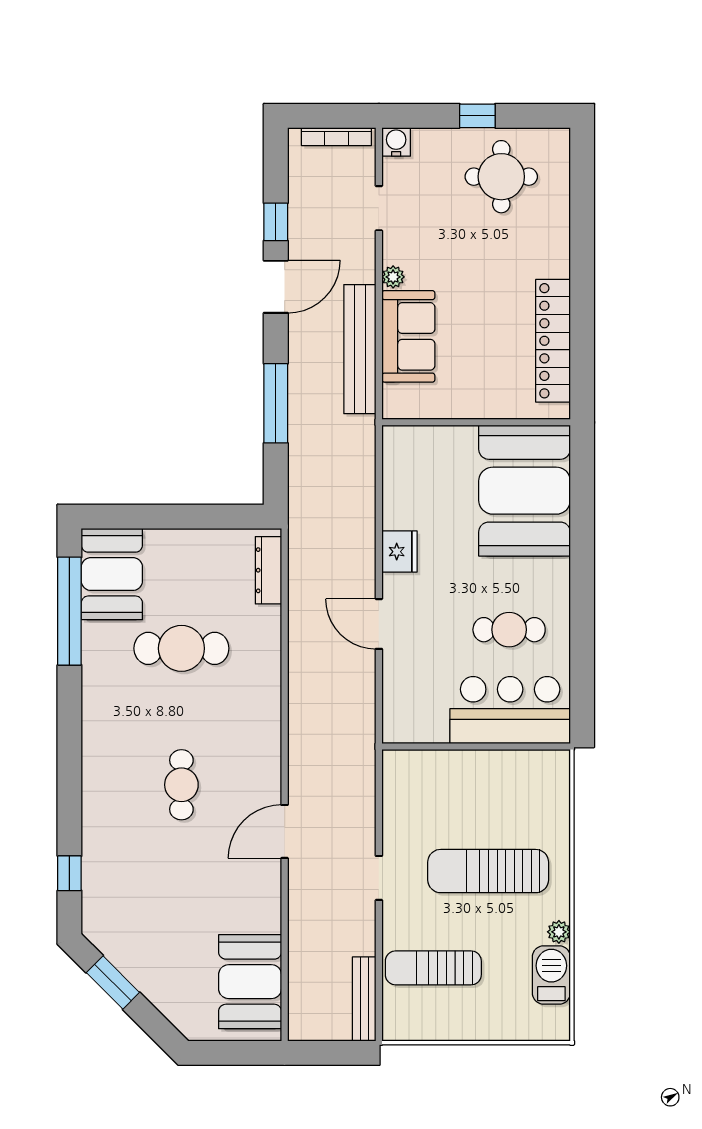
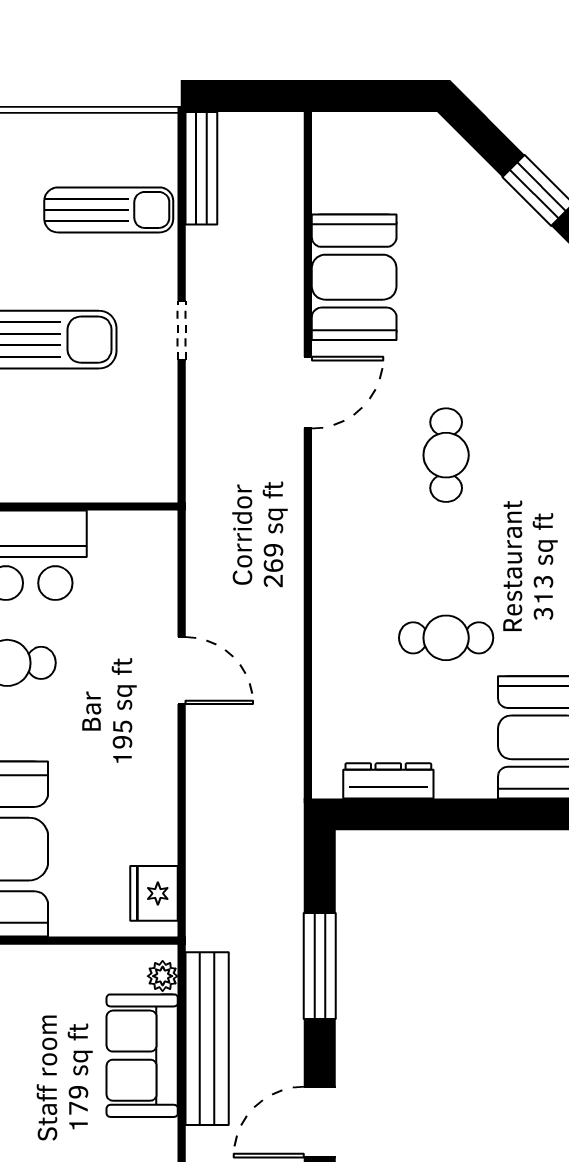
plant: (393, 277) -> (163, 976), moved
fridge: (399, 552) -> (154, 893), moved
dresser: (268, 570) -> (388, 781), moved, turned -90
cafe table: (181, 648) -> (446, 638), width x0.73, depth x0.74
booth: (250, 982) -> (354, 277), moved

